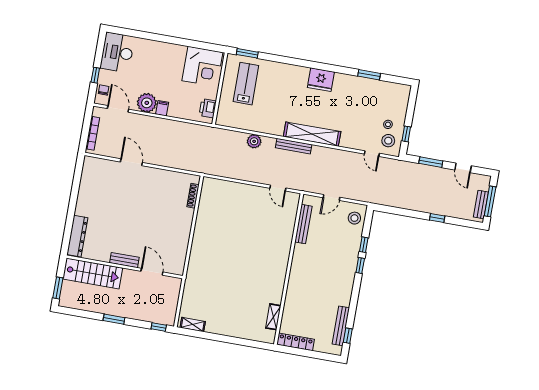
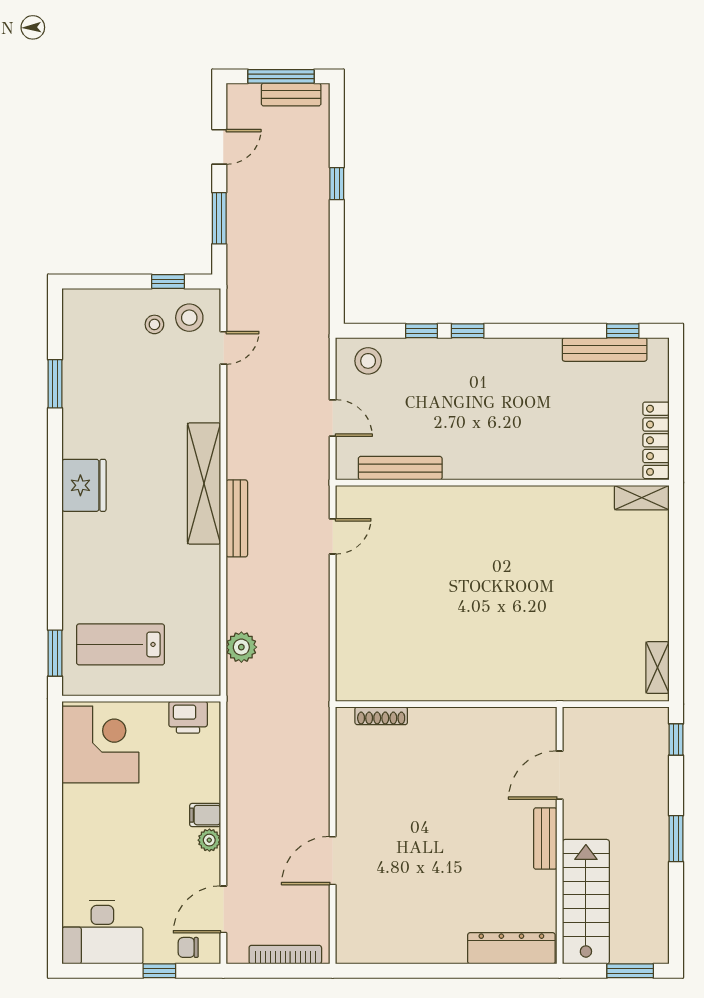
plant: (147, 103) -> (209, 840), width x0.53, depth x0.53
plant: (254, 141) -> (241, 647), moved
shelving: (273, 317) -> (642, 498), moved

